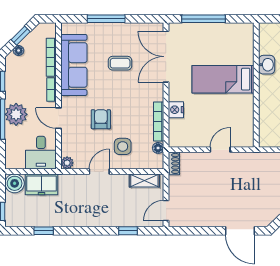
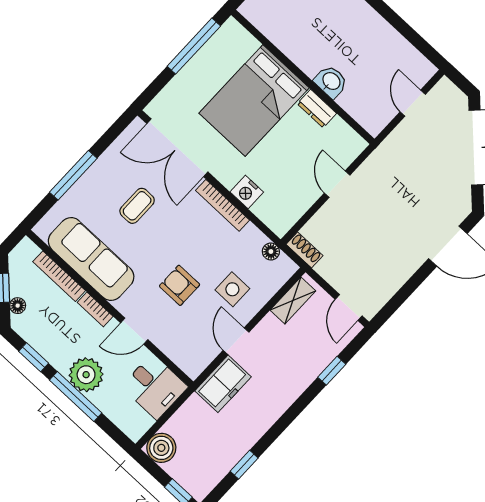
window: (203, 19) -> (194, 46), moved
washbasin: (267, 65) -> (331, 82), moved
bed: (223, 79) -> (254, 100), width x1.50
dresser: (247, 106) -> (317, 109), added
bookcase: (159, 121) -> (223, 205), moved
plant: (67, 163) -> (193, 368), removed
freezer: (42, 184) -> (223, 384), moved

